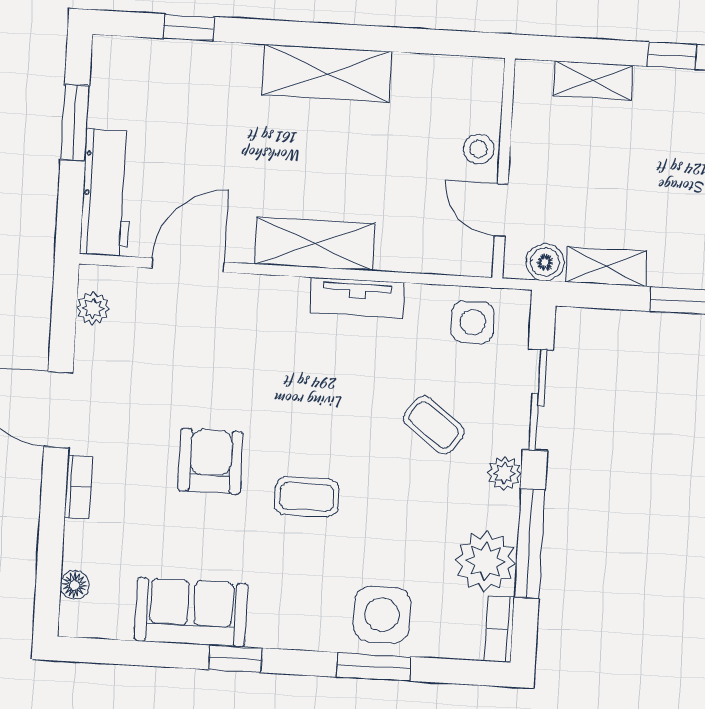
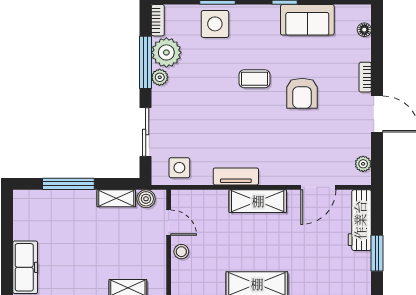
coffee table: (434, 425) -> (195, 117), removed
plant: (504, 473) -> (160, 77), moved

